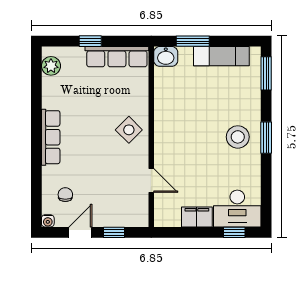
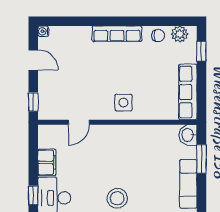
window: (90, 41) -> (201, 51), moved
side table: (129, 130) -> (123, 103), turned 45
chair: (65, 195) -> (158, 36), moved
window: (114, 232) -> (33, 102), moved

